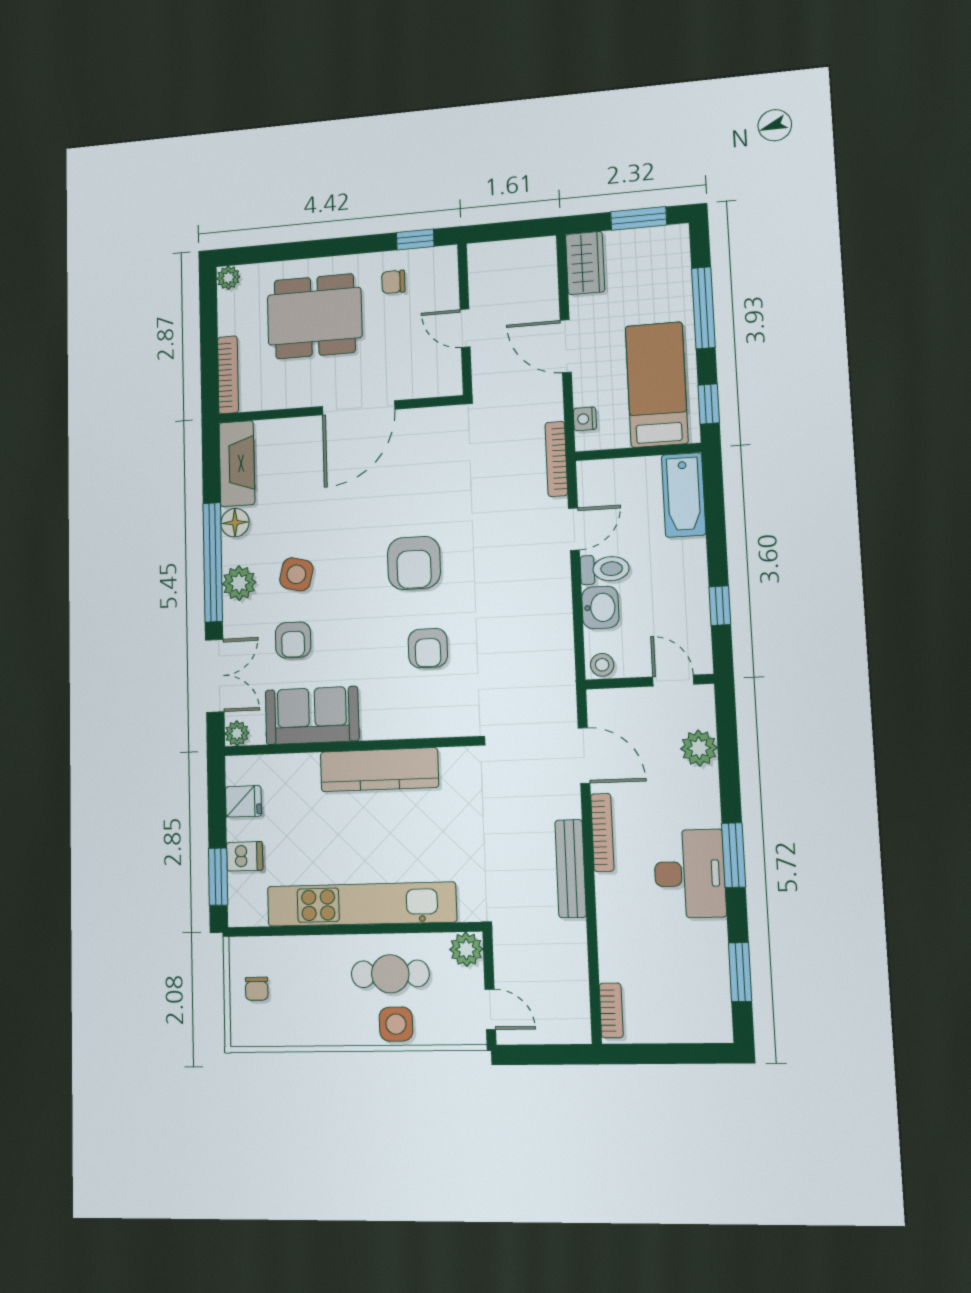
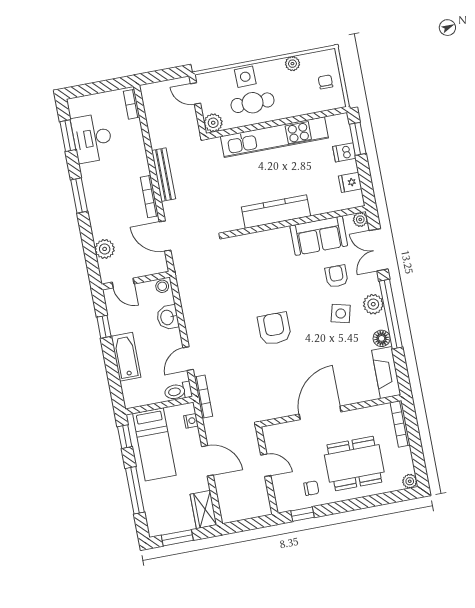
bathtub: (684, 495) -> (126, 357), moved
toilet: (605, 569) -> (178, 391), moved
armchair: (428, 648) -> (259, 282), removed
desk: (690, 874) -> (92, 138), moved
plant: (309, 1033) -> (292, 64), added

